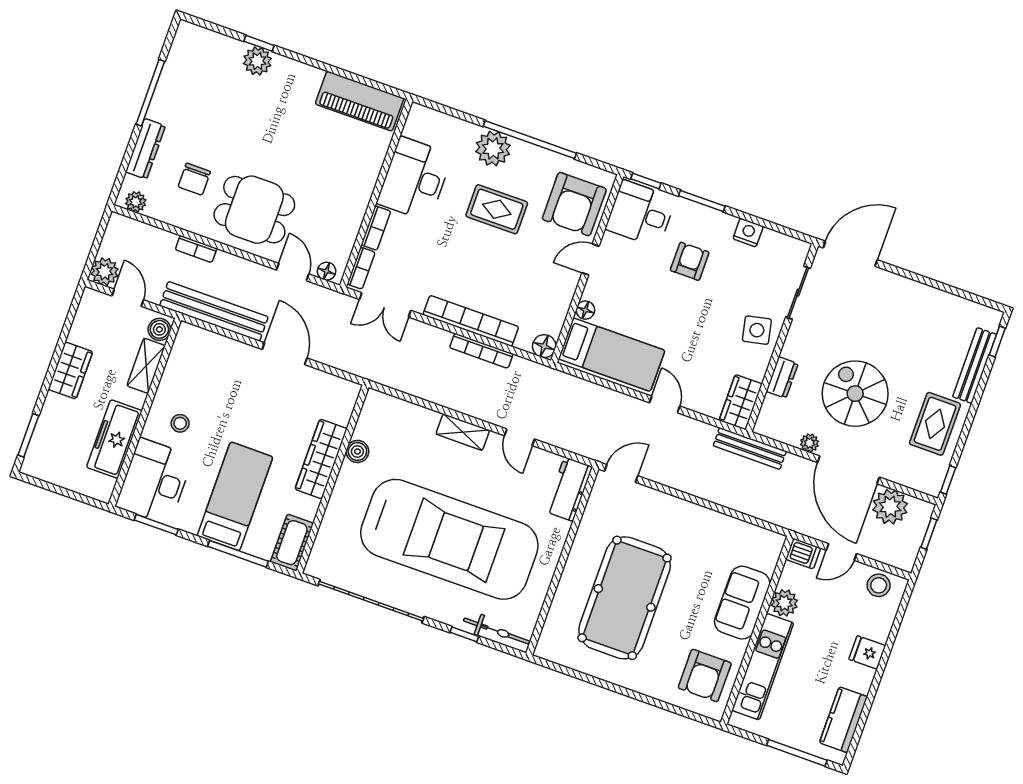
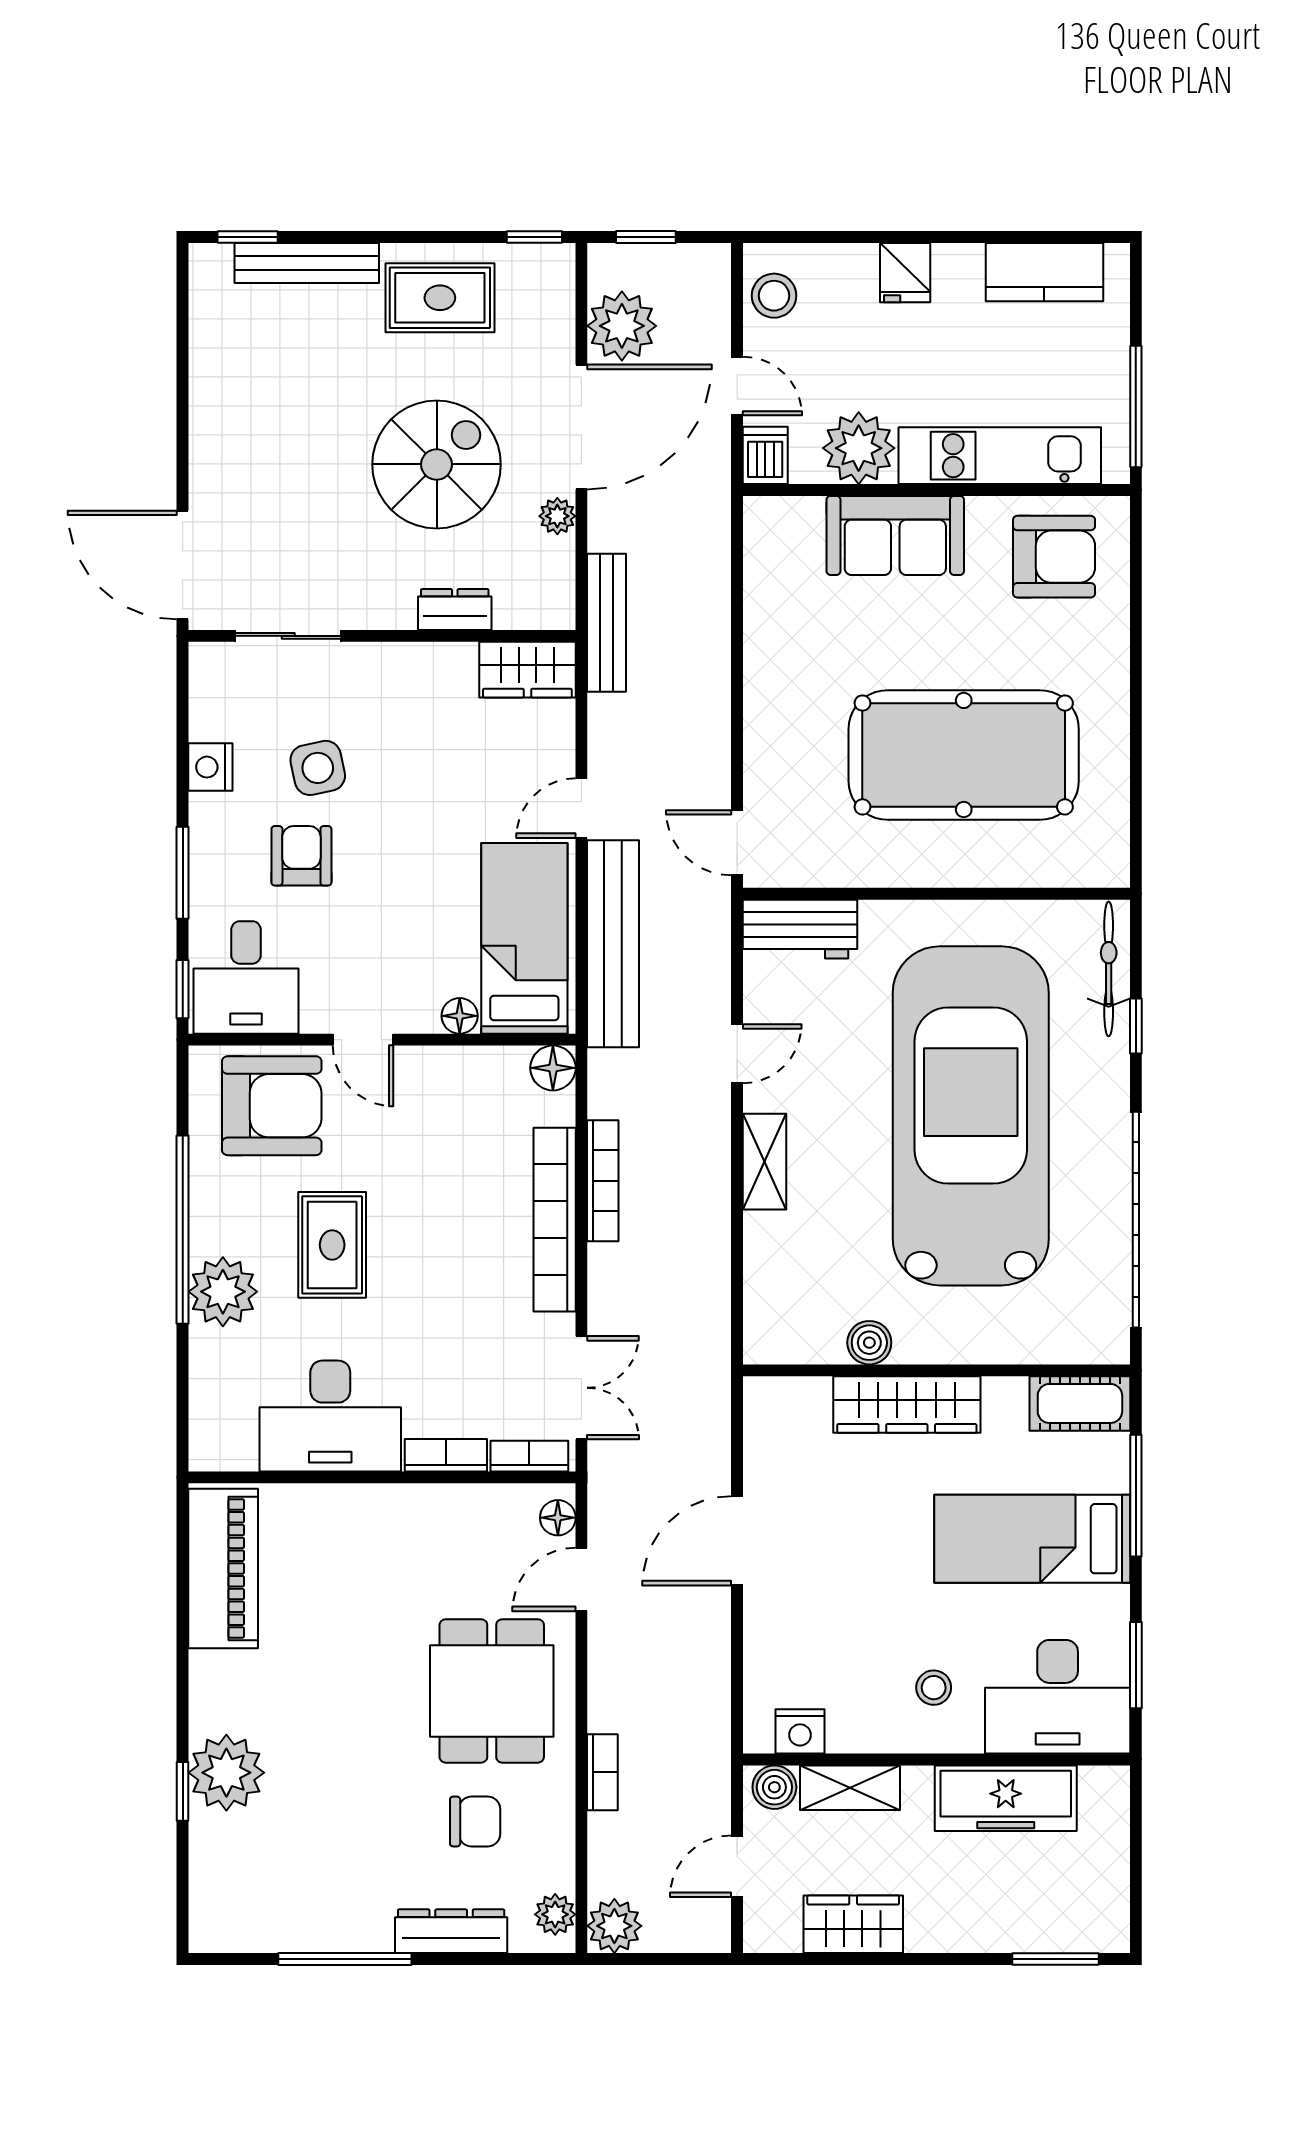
plant: (257, 61) -> (226, 1773), width x1.36, depth x1.36
armchair: (690, 261) -> (301, 856), turned 90
plant: (105, 272) -> (614, 1926), moved
bench: (214, 311) -> (613, 944), moved
side table: (757, 330) -> (318, 768), moved
nightstand: (182, 351) -> (800, 1731), added
wardrobe: (70, 370) -> (853, 1924), moved
spiral stairs: (855, 394) -> (437, 464), turned 180
plant: (784, 603) -> (859, 448), width x1.36, depth x1.36
window: (797, 753) -> (1136, 406), moved

